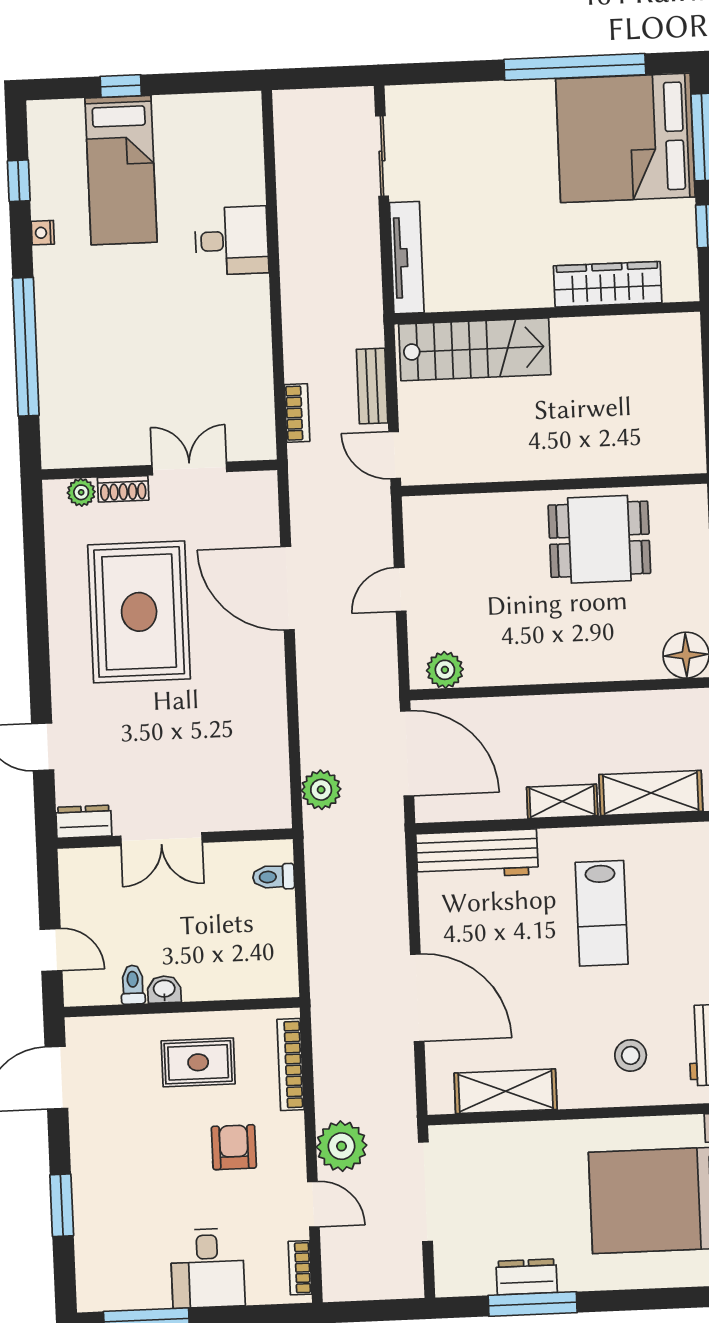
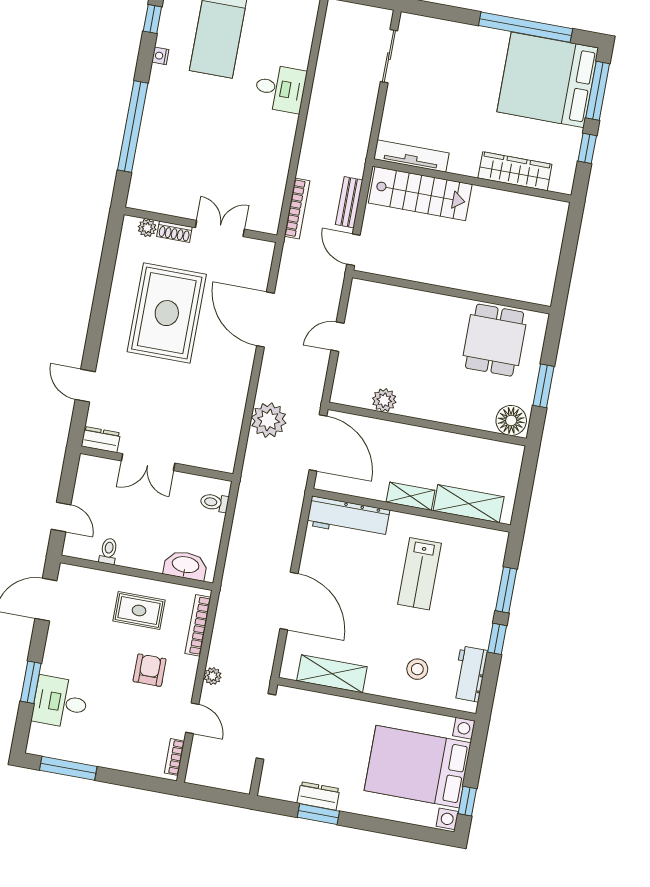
tv unit: (407, 258) -> (411, 156), moved, turned -90
bookcase: (297, 413) -> (297, 208), width x1.56
dining table: (599, 539) -> (495, 340), moved, turned 90
plant: (445, 670) -> (384, 400), moved
plant: (321, 790) -> (269, 420), moved, width x1.36, depth x1.36
washbasin: (164, 989) -> (185, 565), moved, width x1.91, depth x1.45
plant: (342, 1146) -> (213, 676), width x0.53, depth x0.53
desk: (208, 1268) -> (60, 702), moved, turned 90
window: (533, 1304) -> (318, 814), width x0.69

